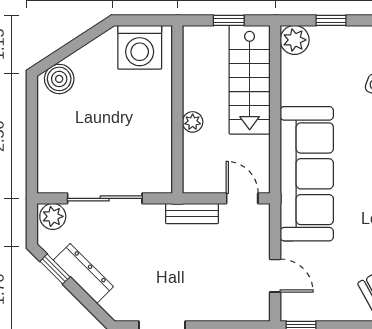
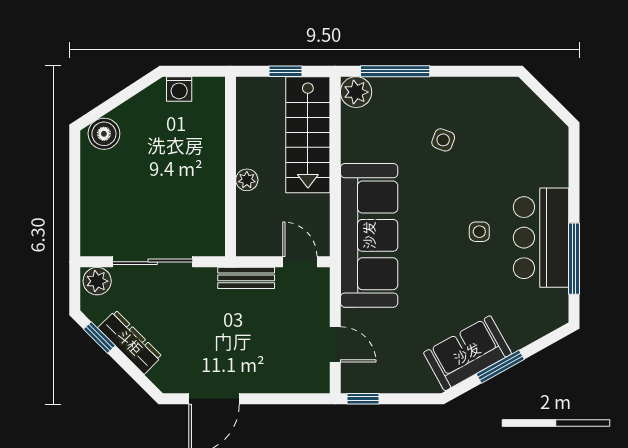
window: (331, 20) -> (395, 71), width x2.17
washing machine: (140, 47) -> (179, 89), width x0.53, depth x0.53

